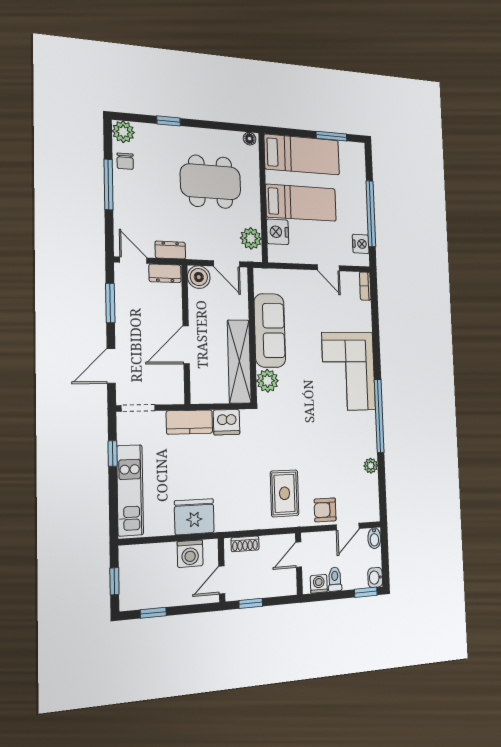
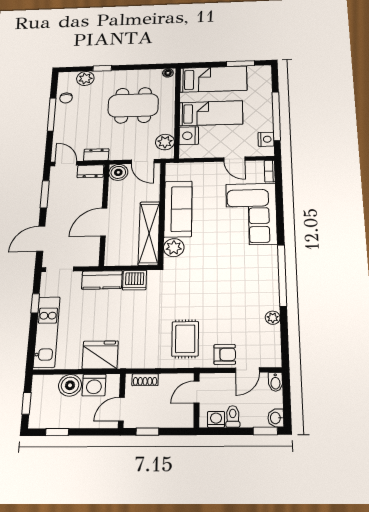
plant: (123, 132) -> (85, 78), moved
corner sofa: (349, 371) -> (251, 214), moved
armchair: (325, 510) -> (225, 354), turned 180
boiler: (163, 556) -> (70, 385), added

